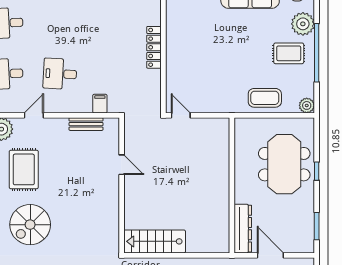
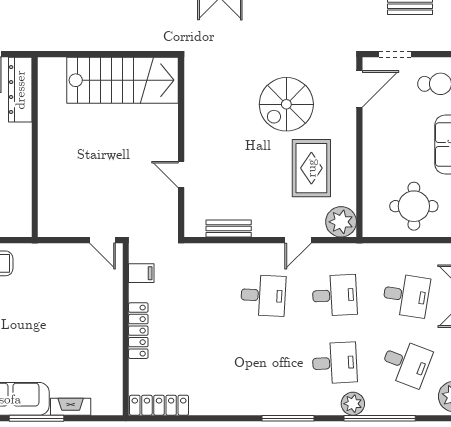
filing cabinet: (100, 104) -> (141, 273), moved, turned -90
spiral stairs: (30, 225) -> (286, 104), moved, turned 180
stairs: (155, 241) -> (123, 80), width x1.36, depth x1.51

